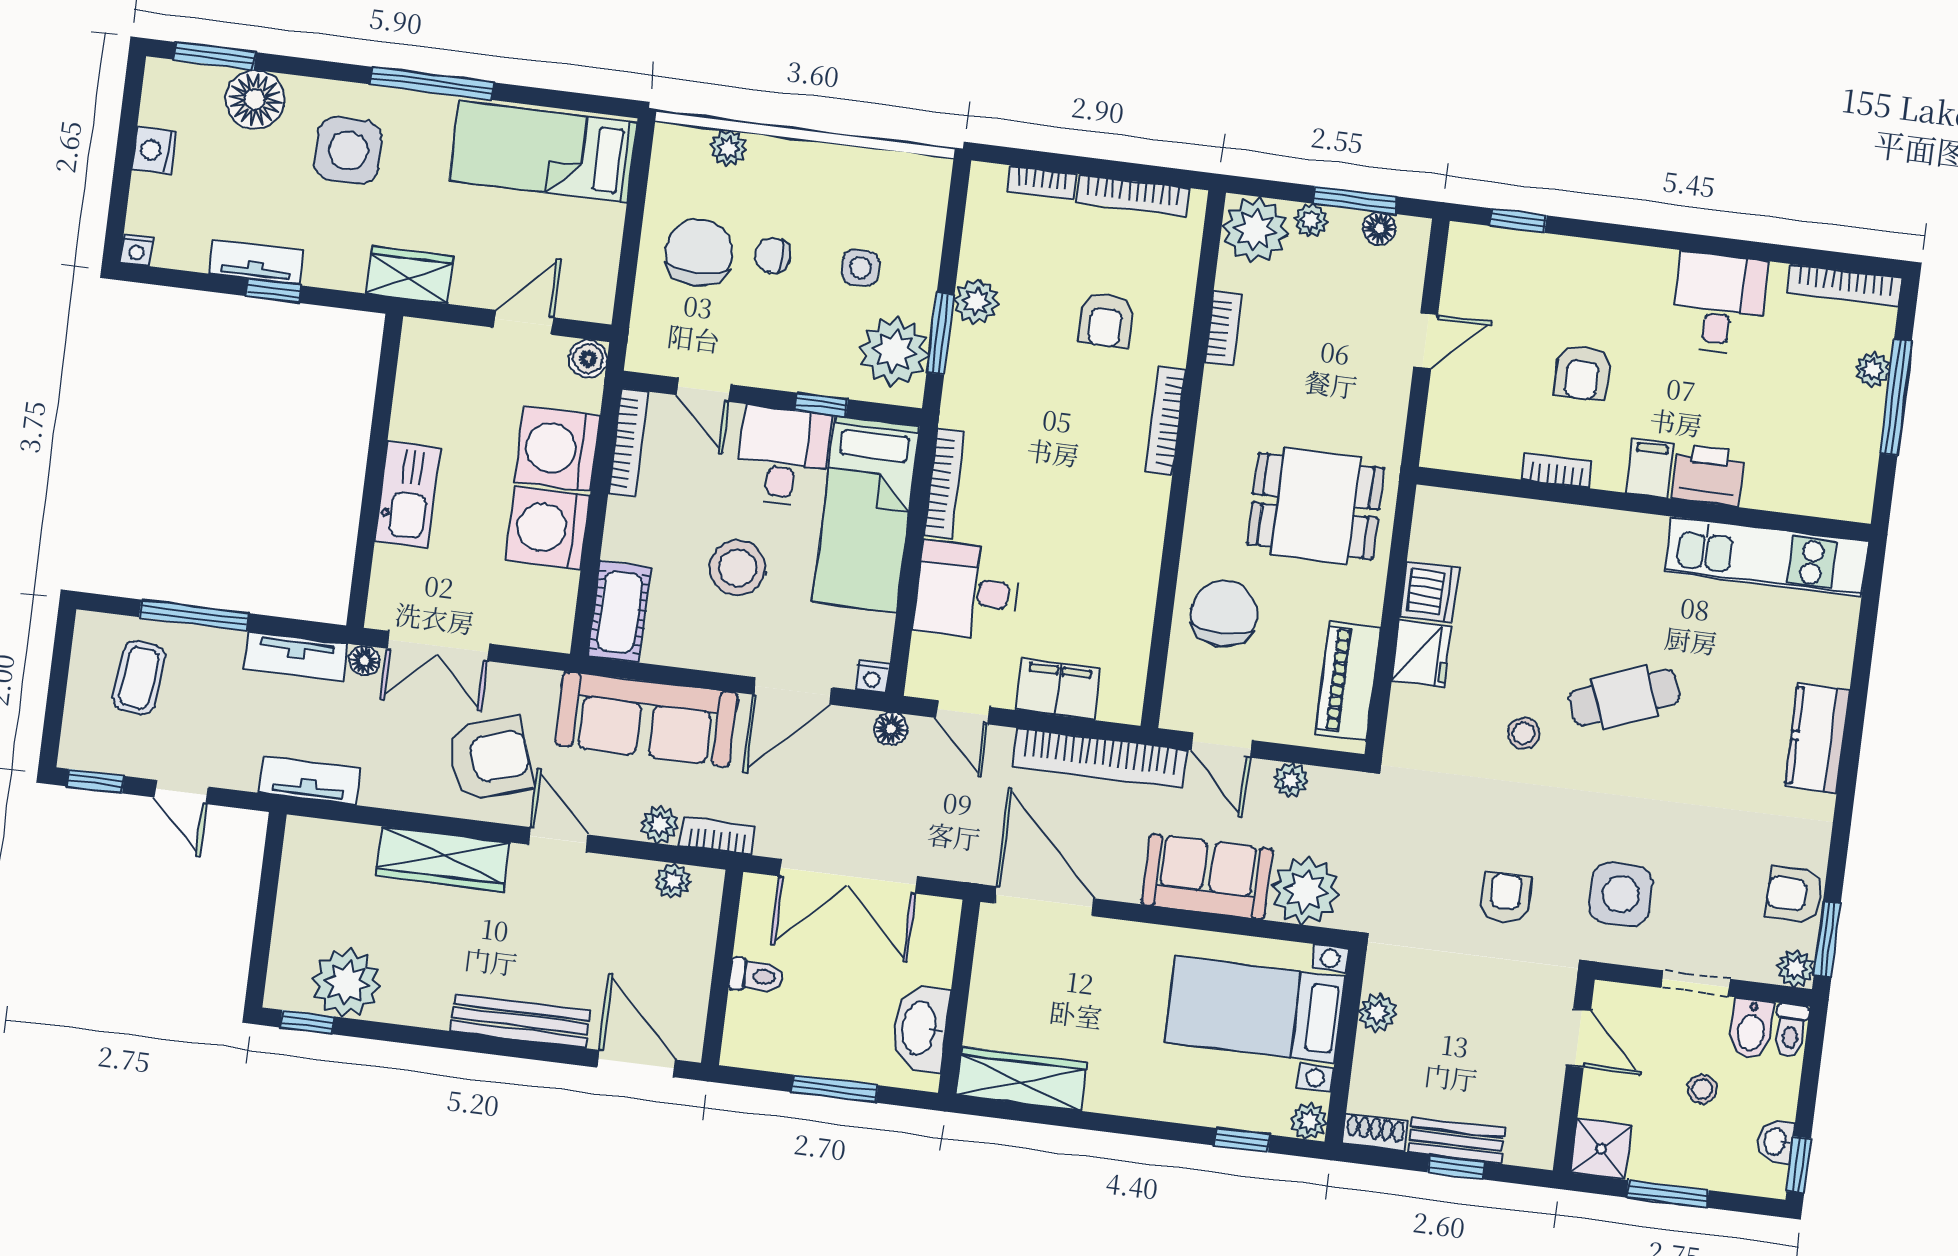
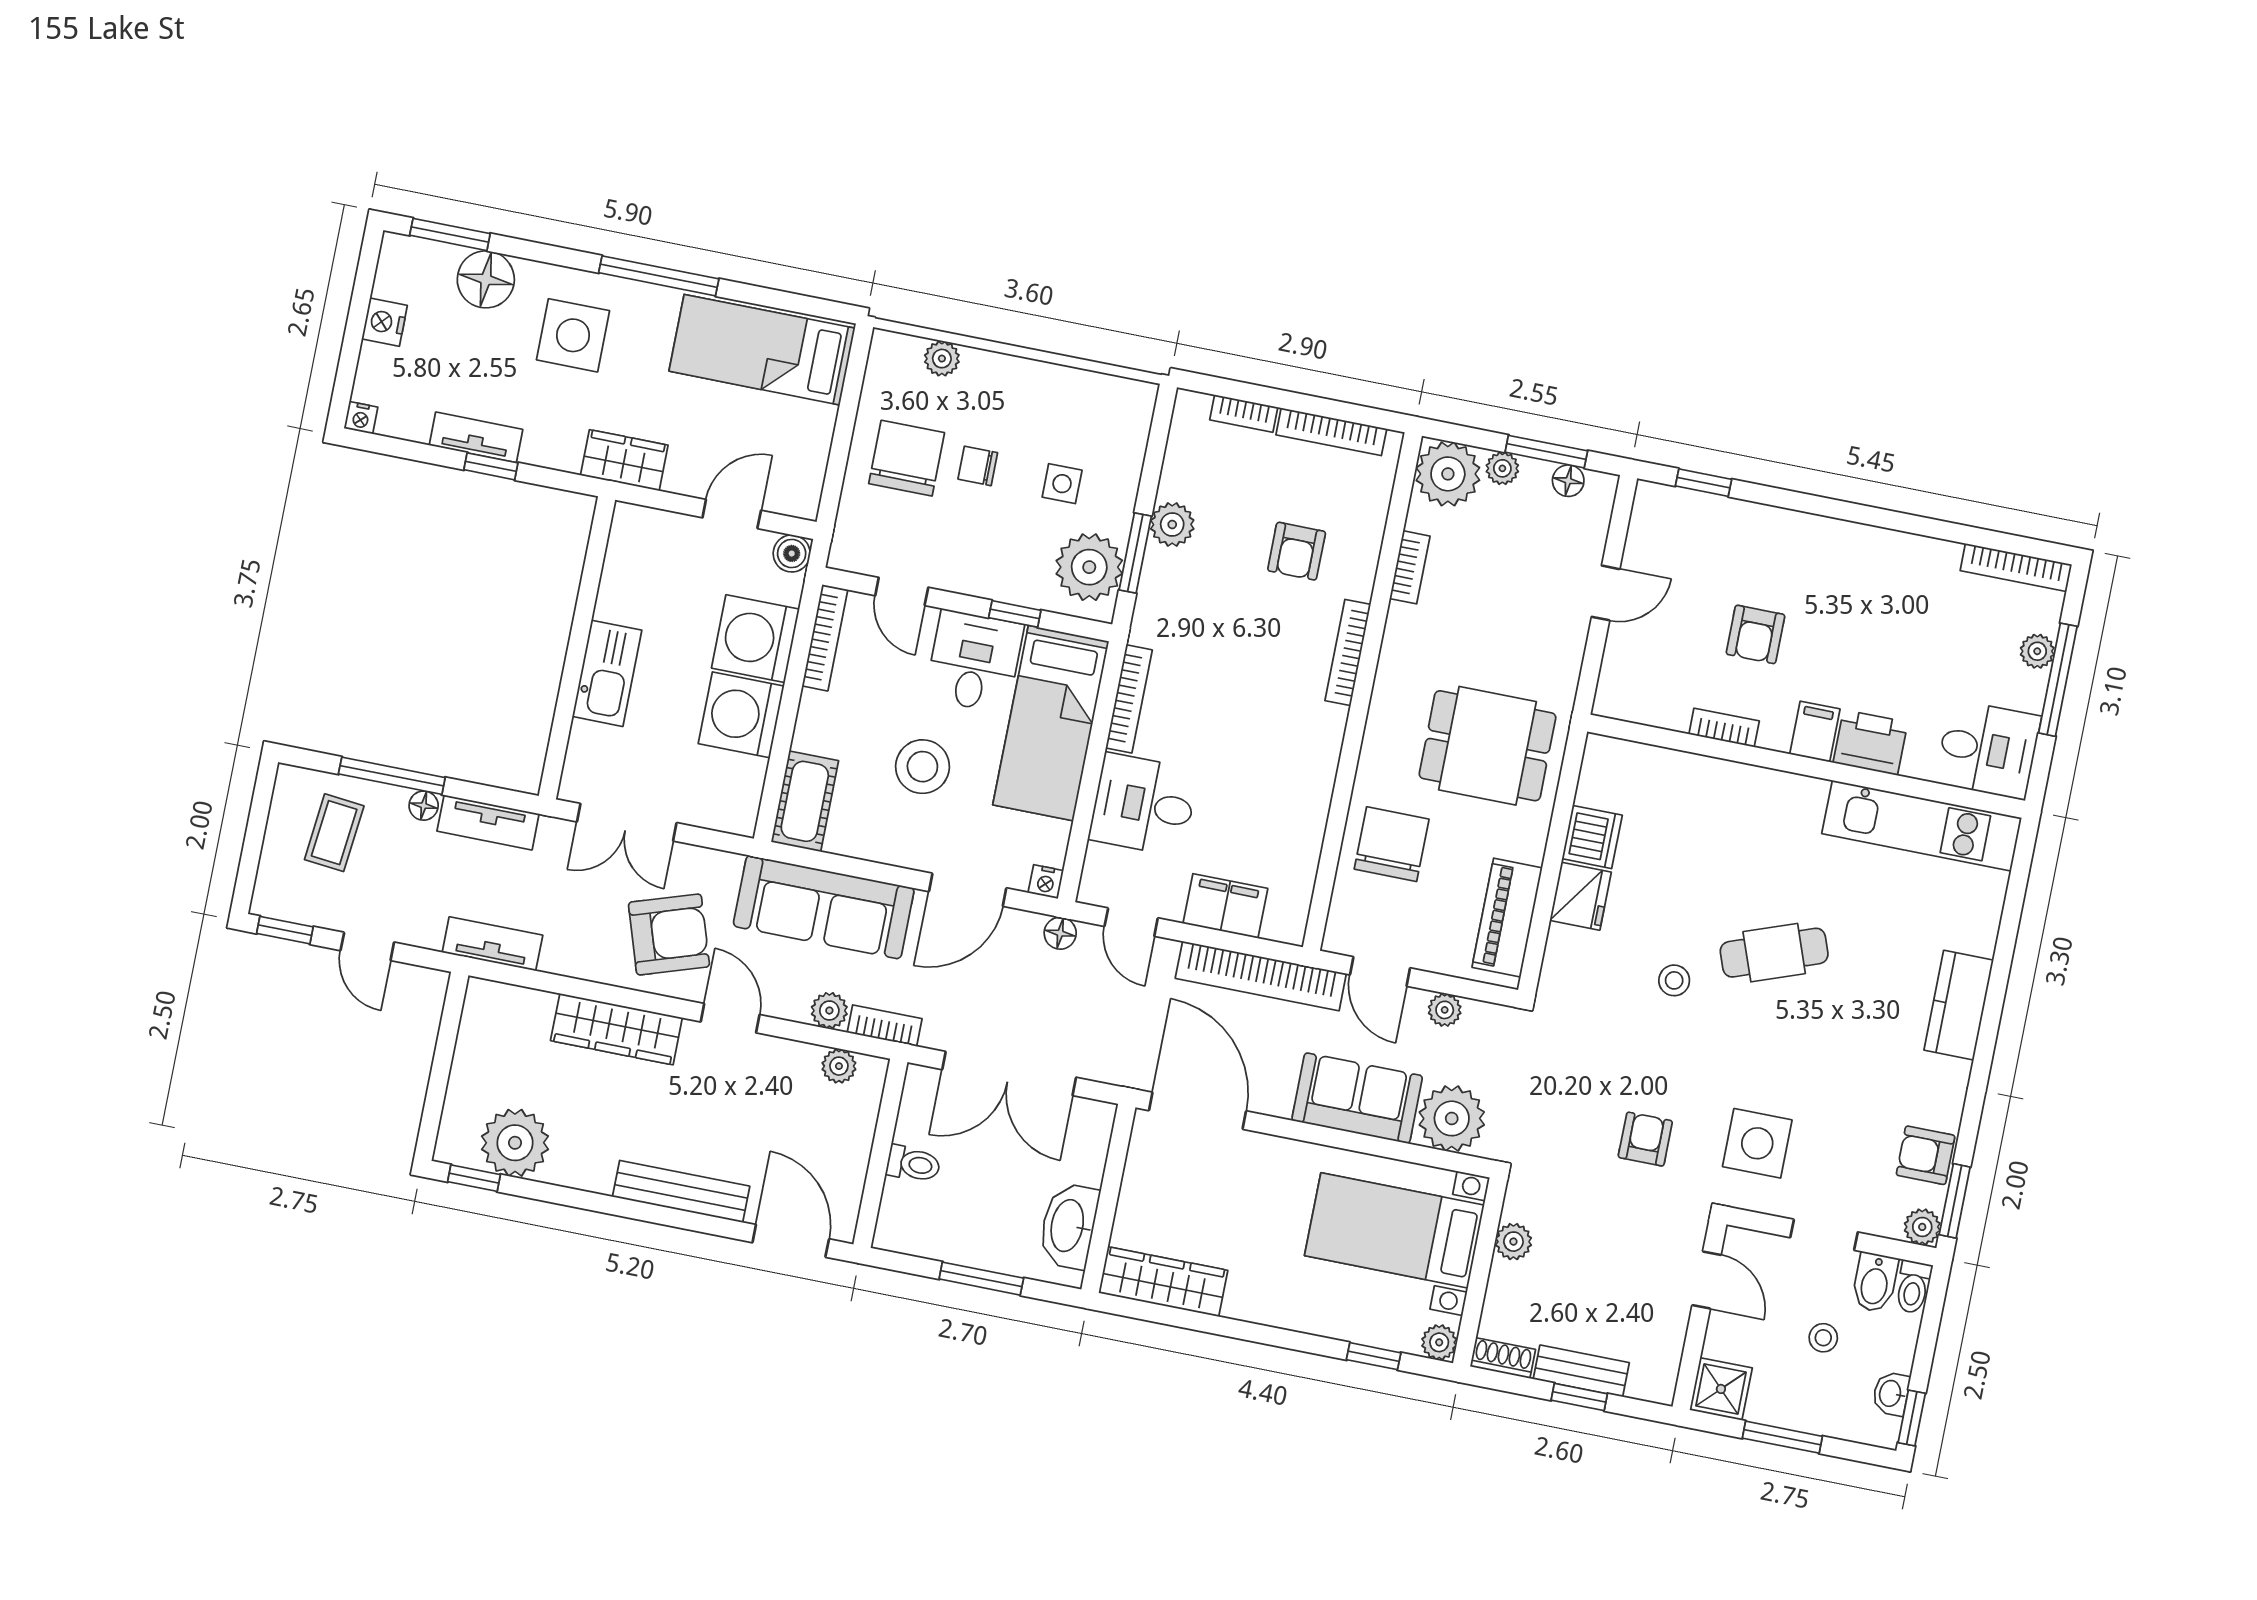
desk: (1719, 303) -> (1988, 749), moved, turned 90
floor lamp: (364, 661) -> (424, 806), moved

